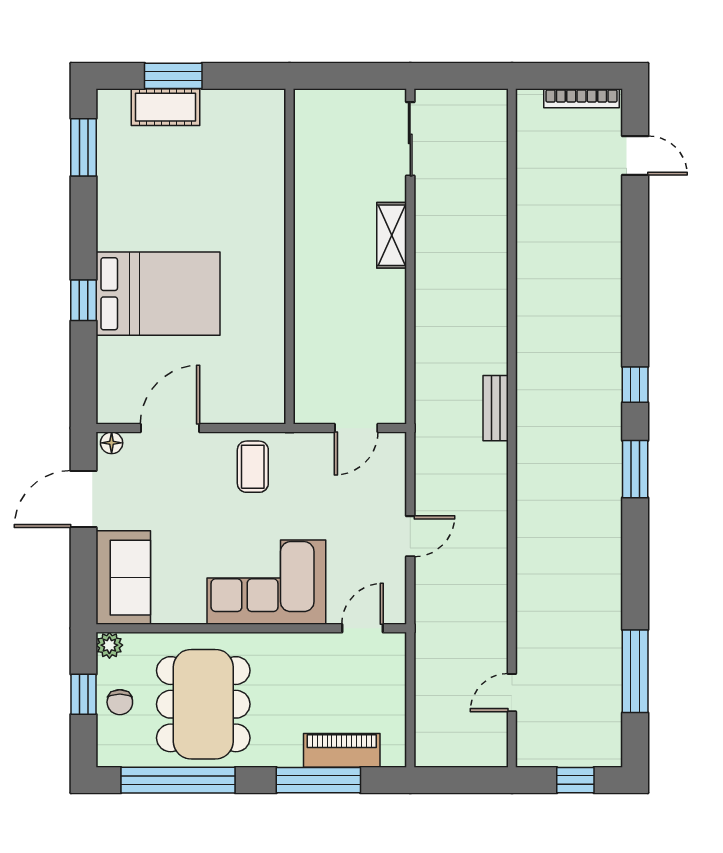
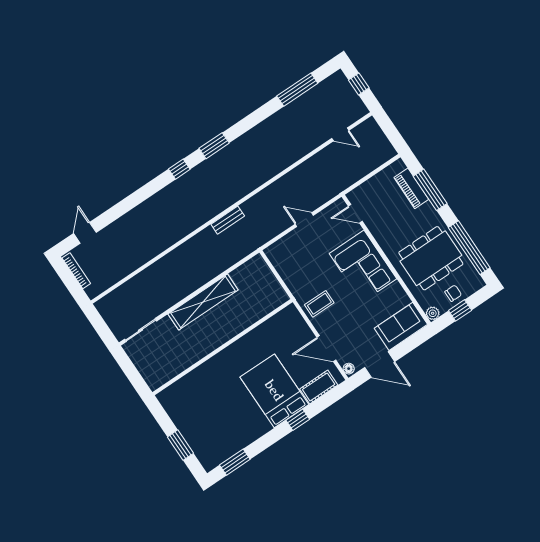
cot: (165, 107) -> (319, 387), moved, turned 90
shelving: (392, 235) -> (203, 302), width x2.20, depth x1.33
door: (356, 428) -> (275, 272), removed

